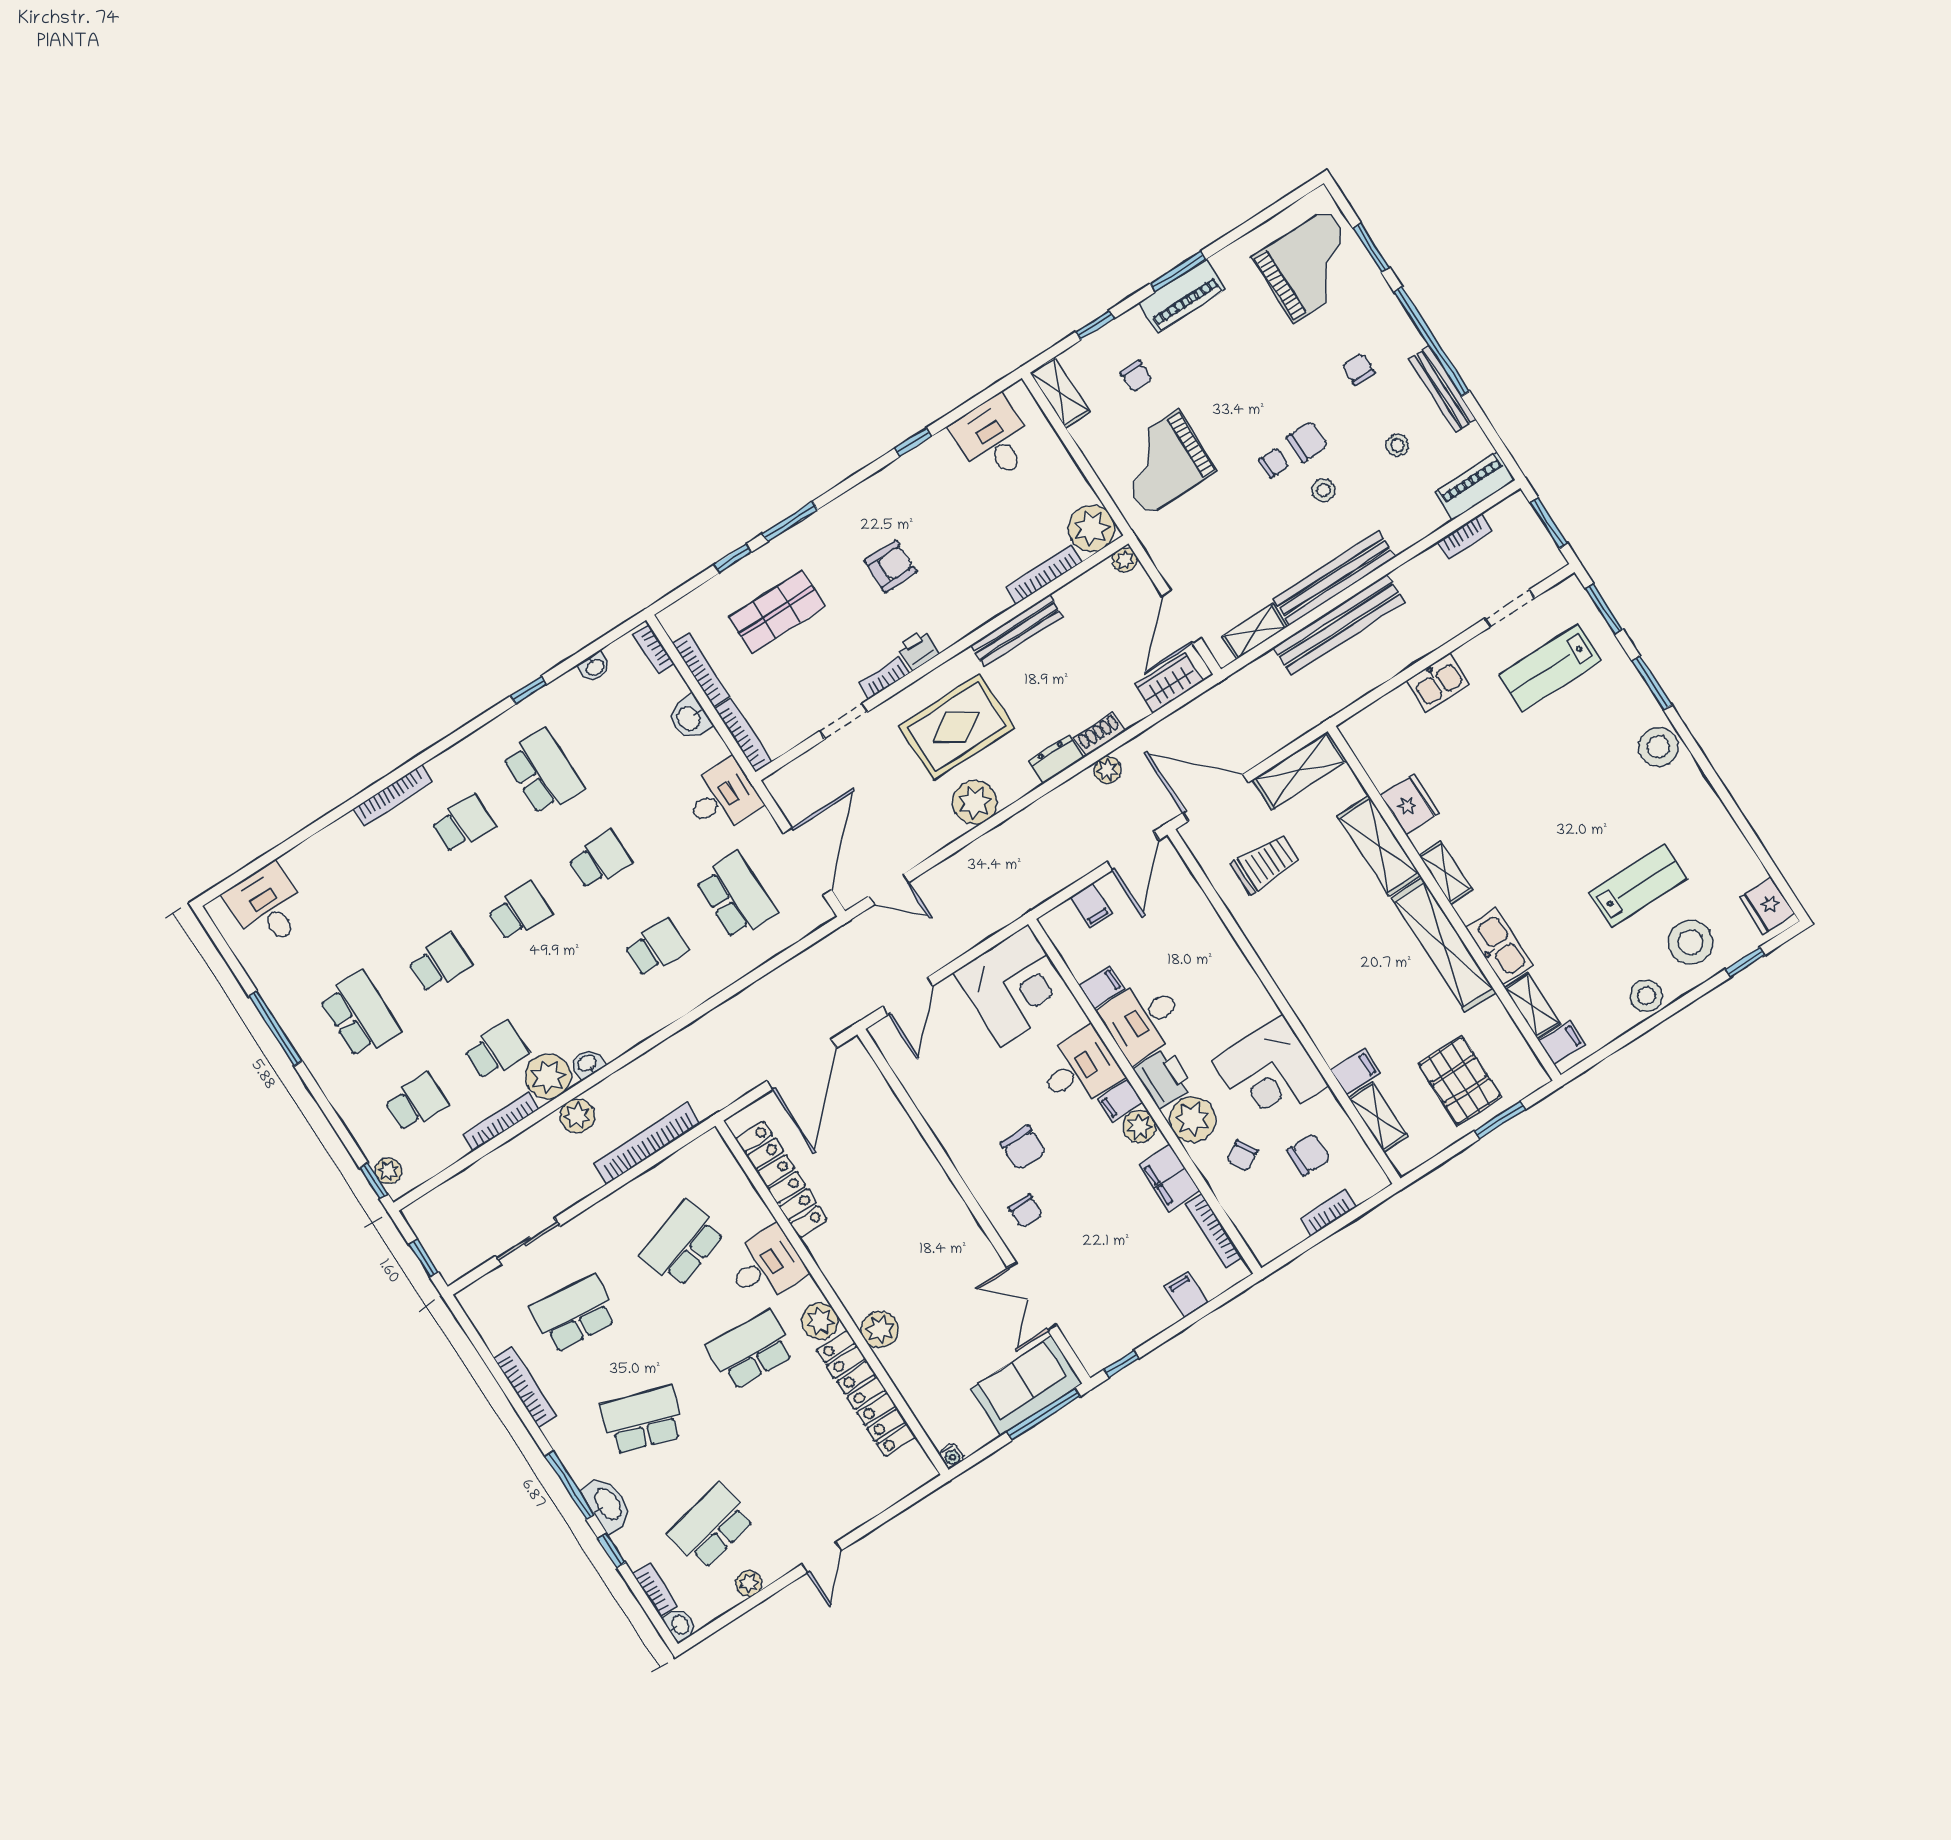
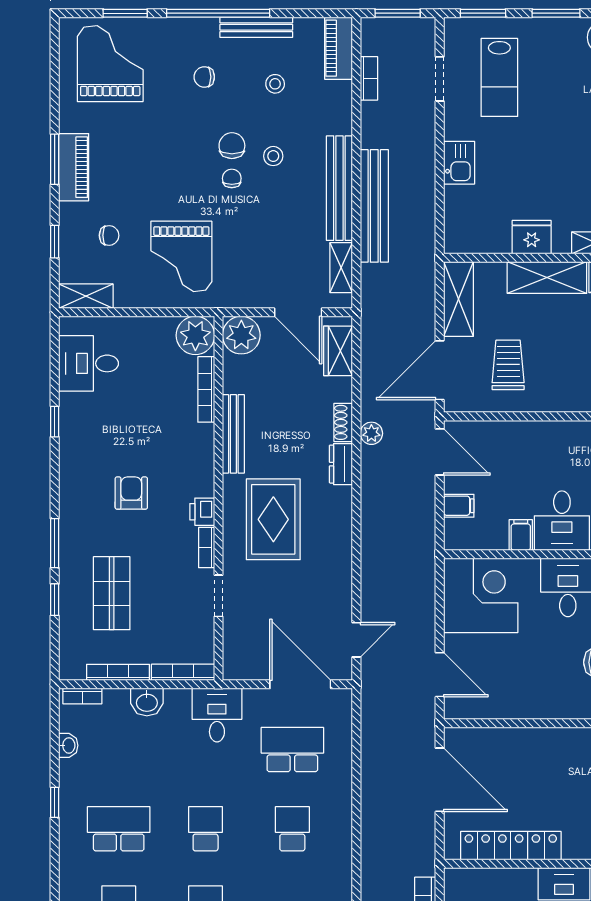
plant: (1125, 560) -> (241, 335), width x1.88, depth x1.88
plant: (975, 802) -> (334, 541), removed

